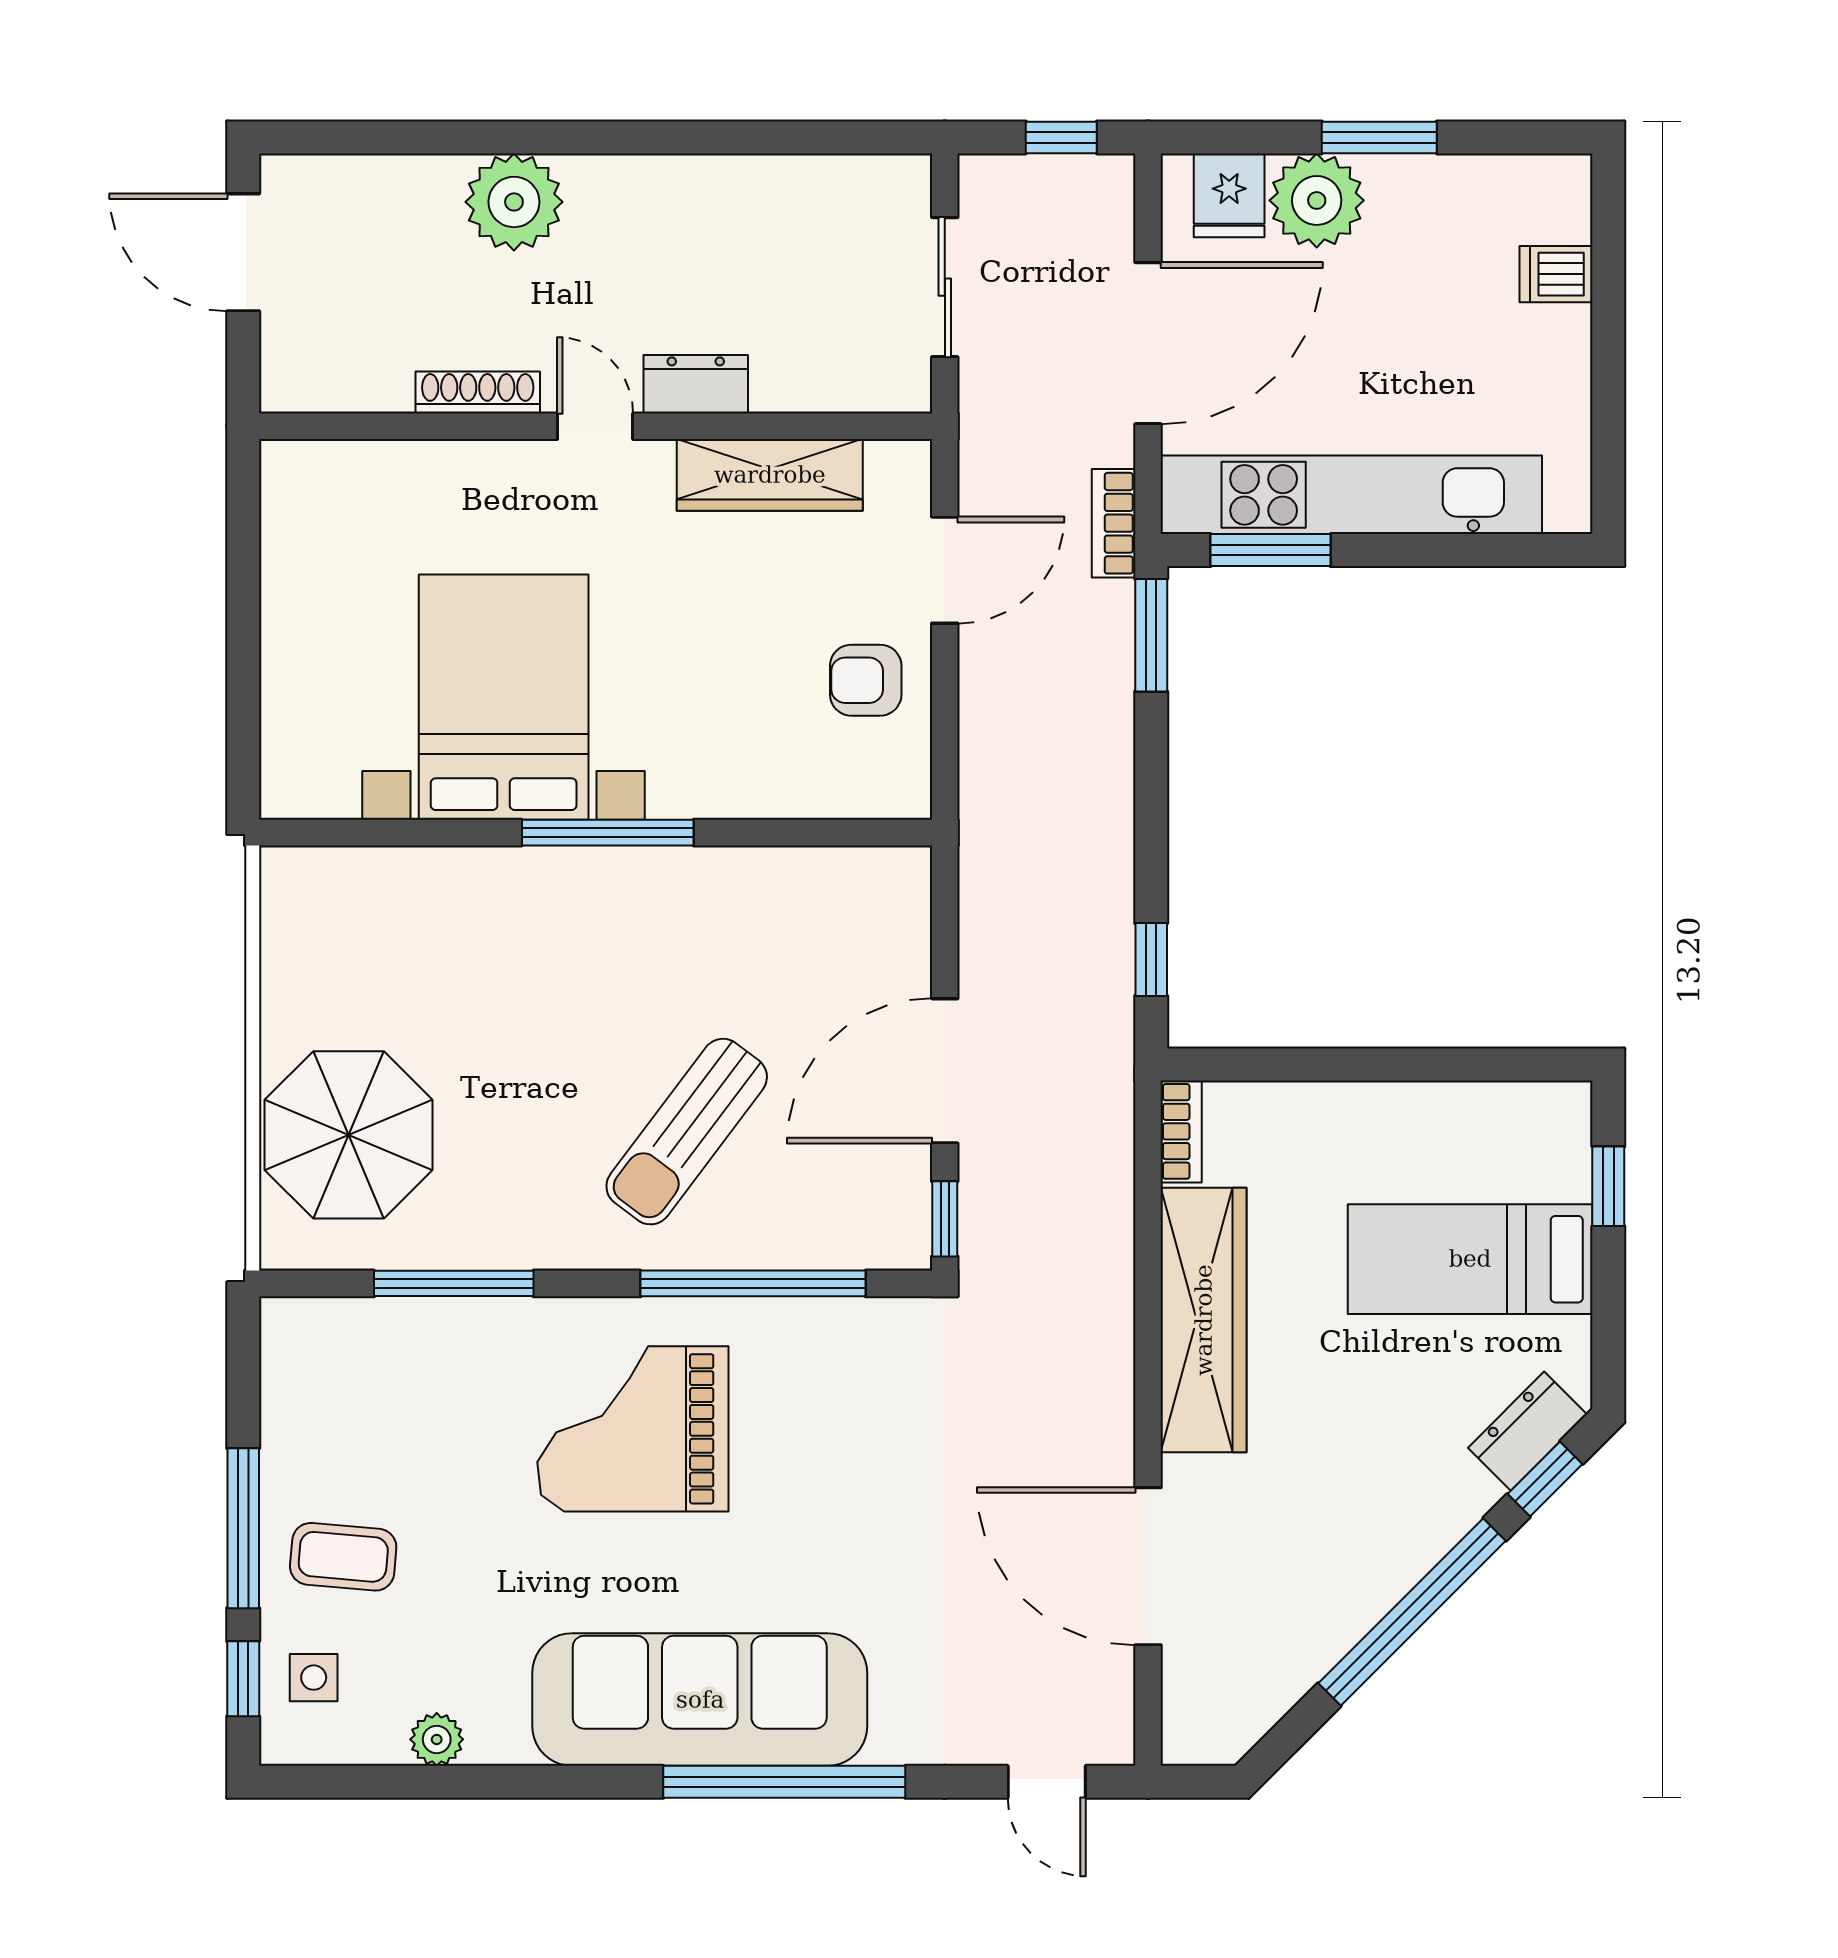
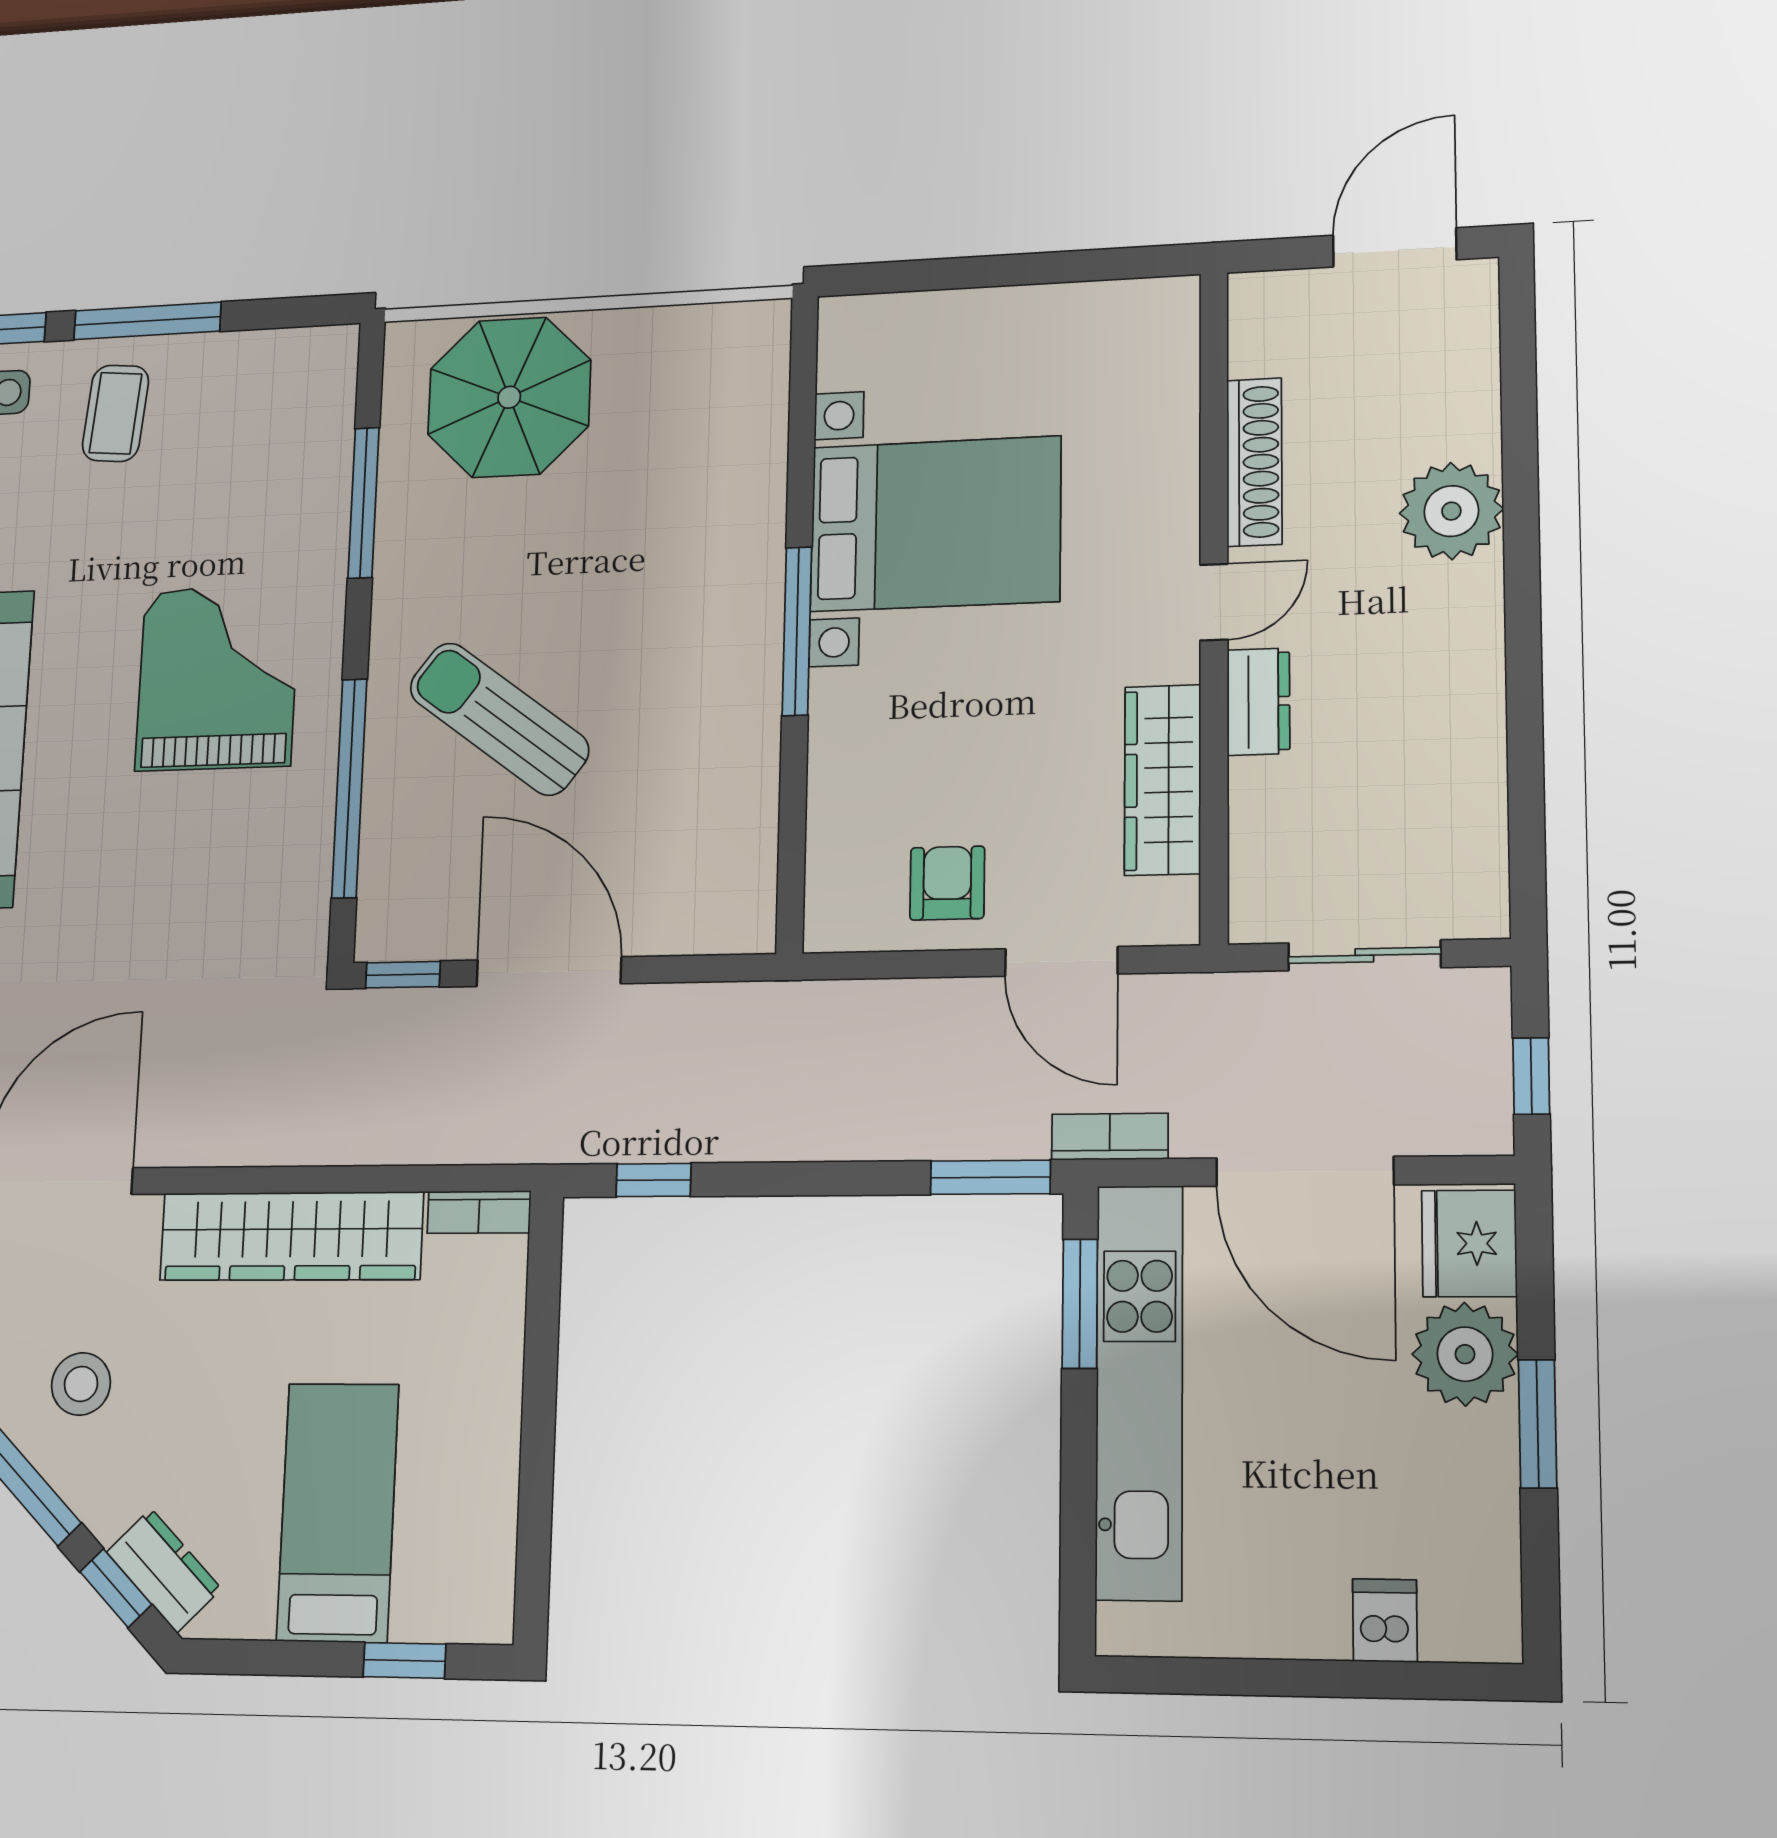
fridge: (1229, 195) -> (1469, 1243), width x1.38
shoe rack: (478, 393) -> (1254, 462), width x1.36, depth x1.24
stool: (1348, 1528) -> (81, 1384), added

